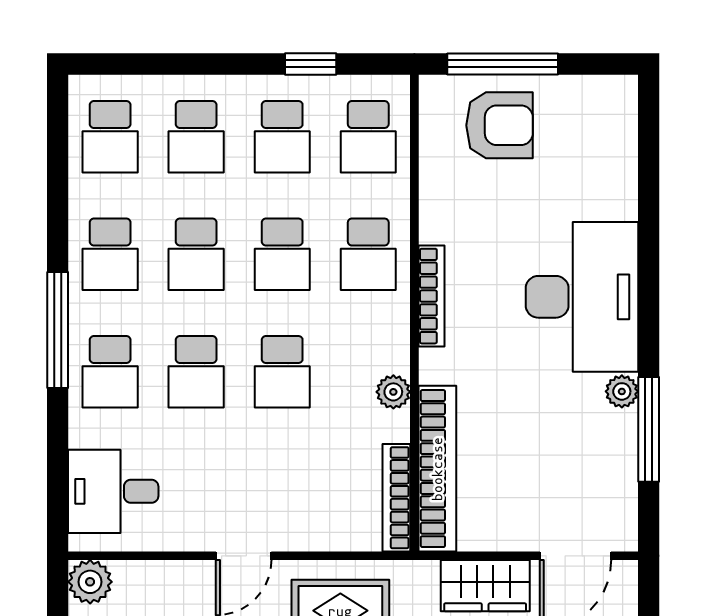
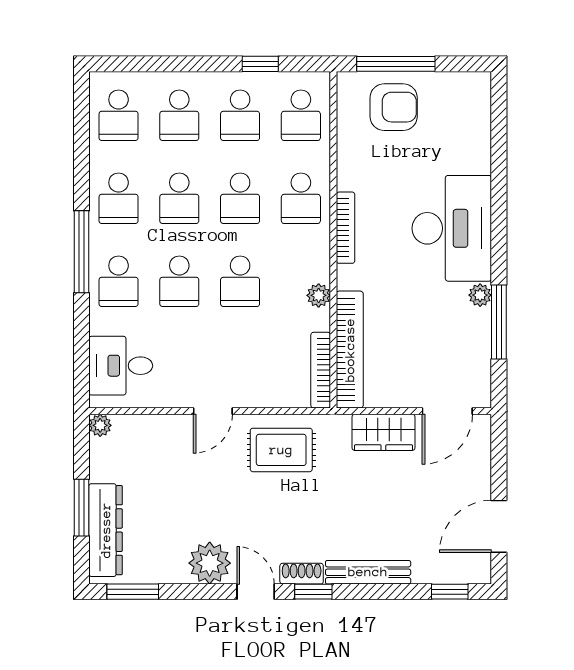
plant: (90, 582) -> (100, 425), width x0.73, depth x0.73

